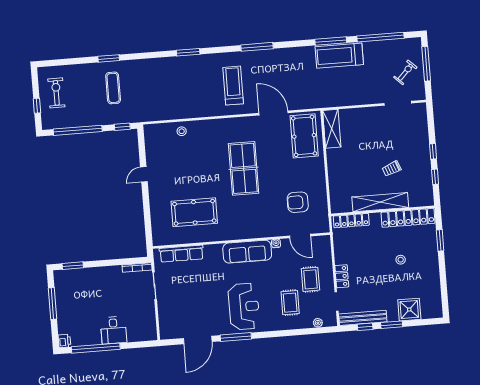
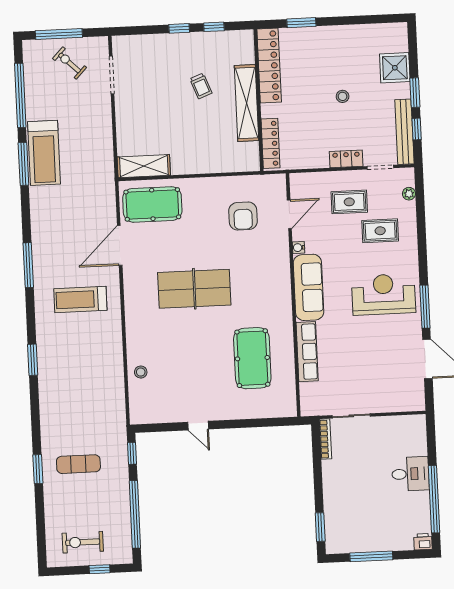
row of seats: (181, 254) -> (307, 352), moved
stool: (401, 260) -> (343, 96), moved

